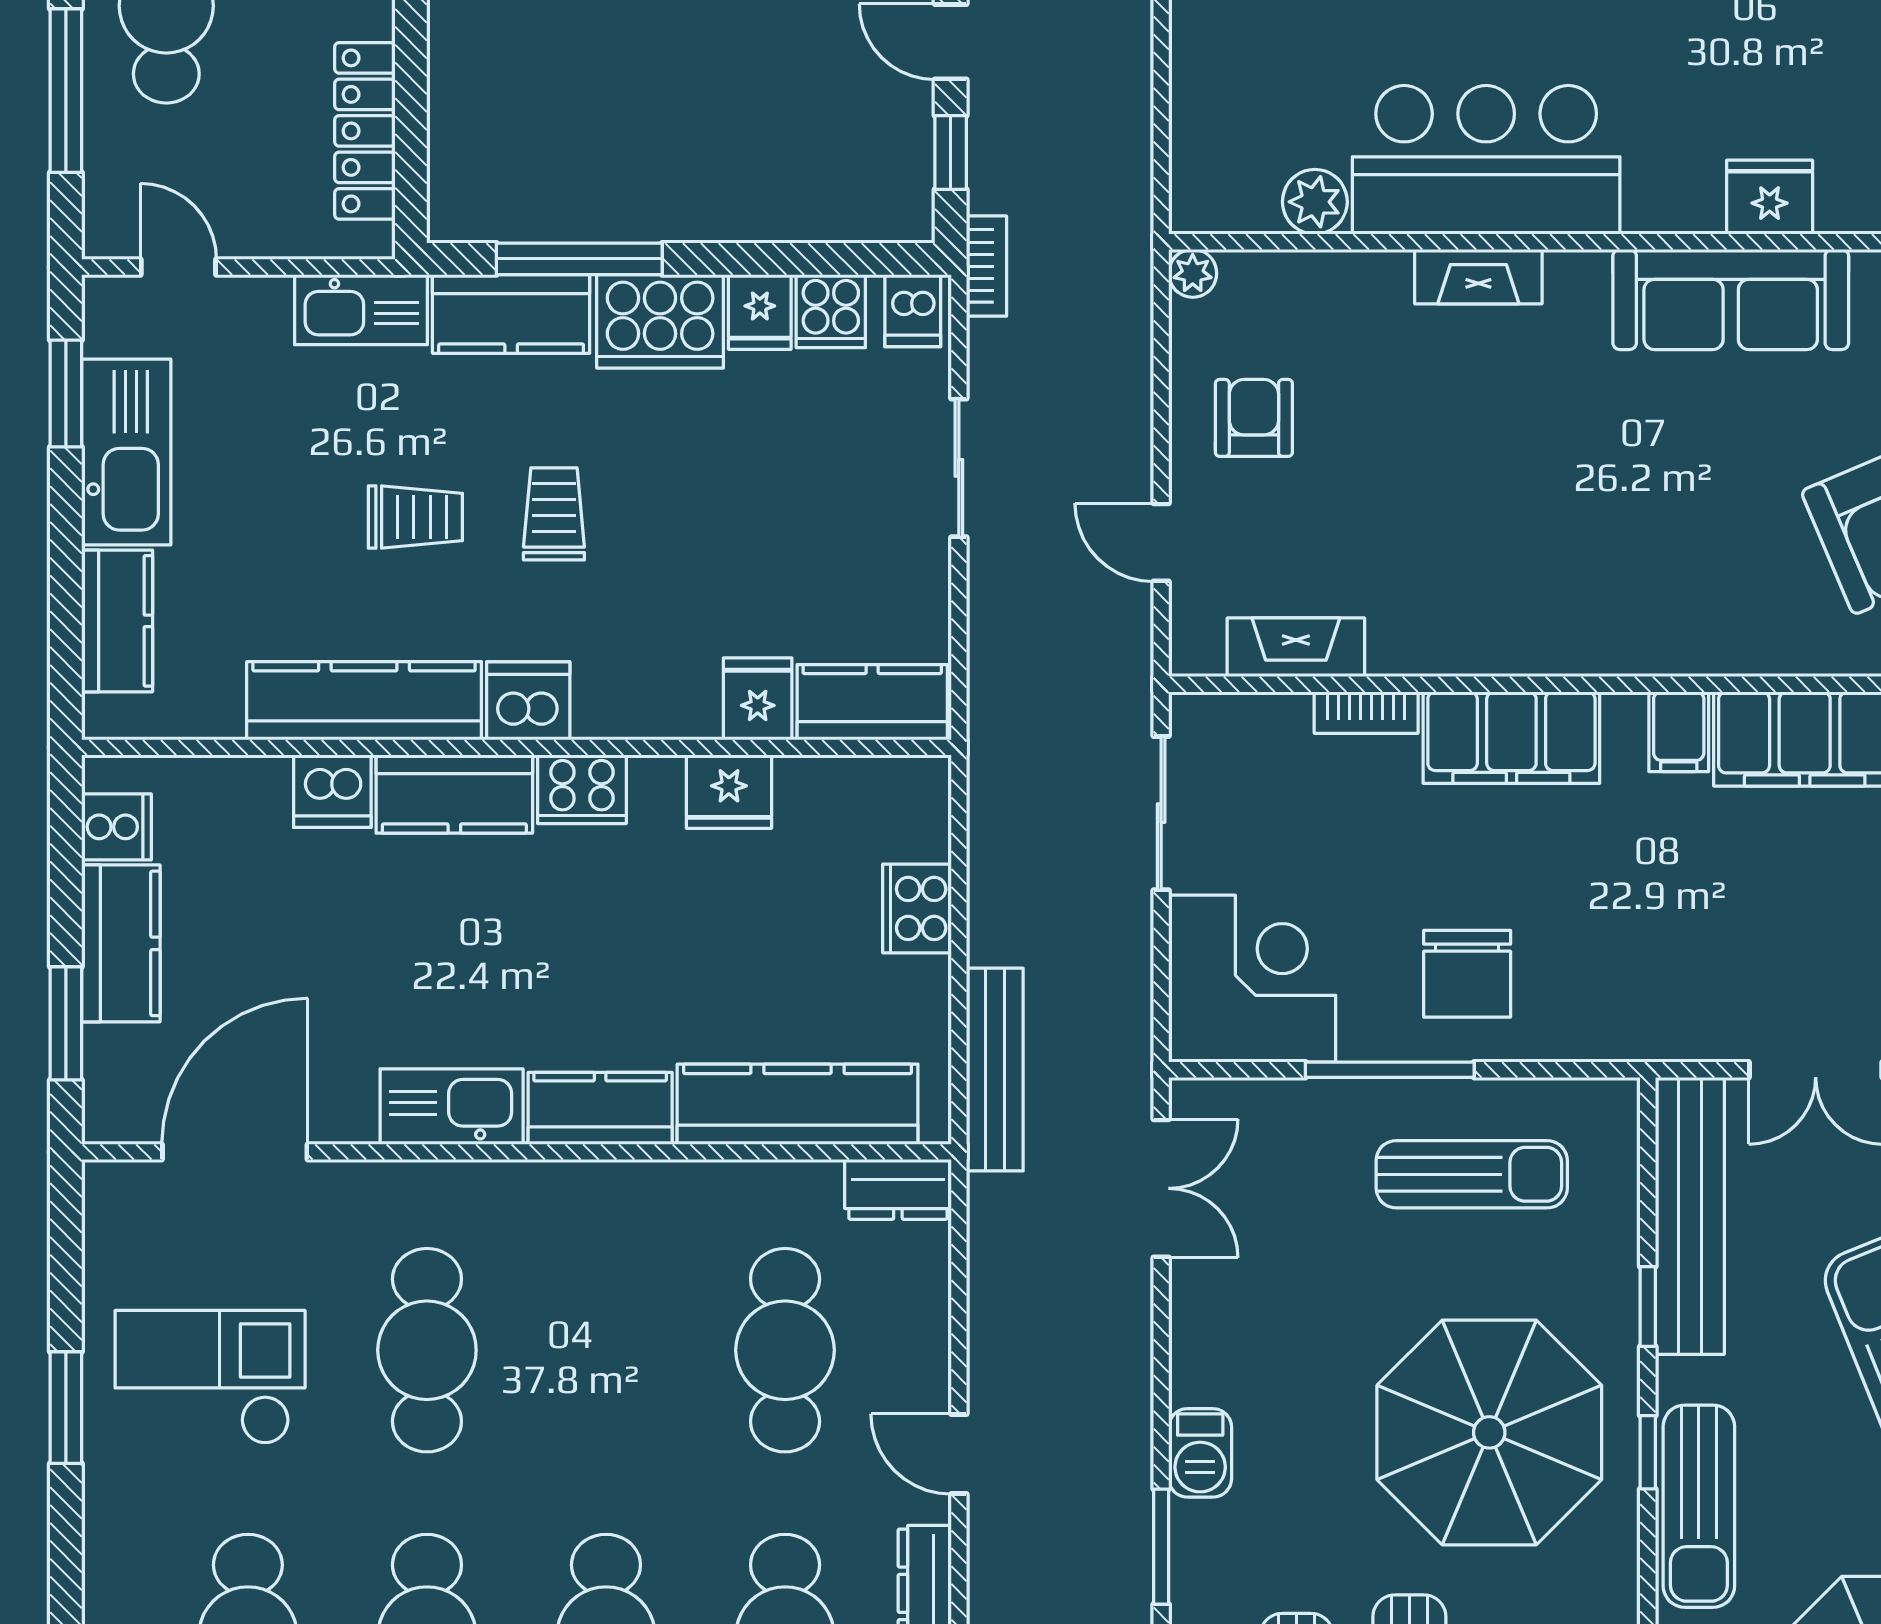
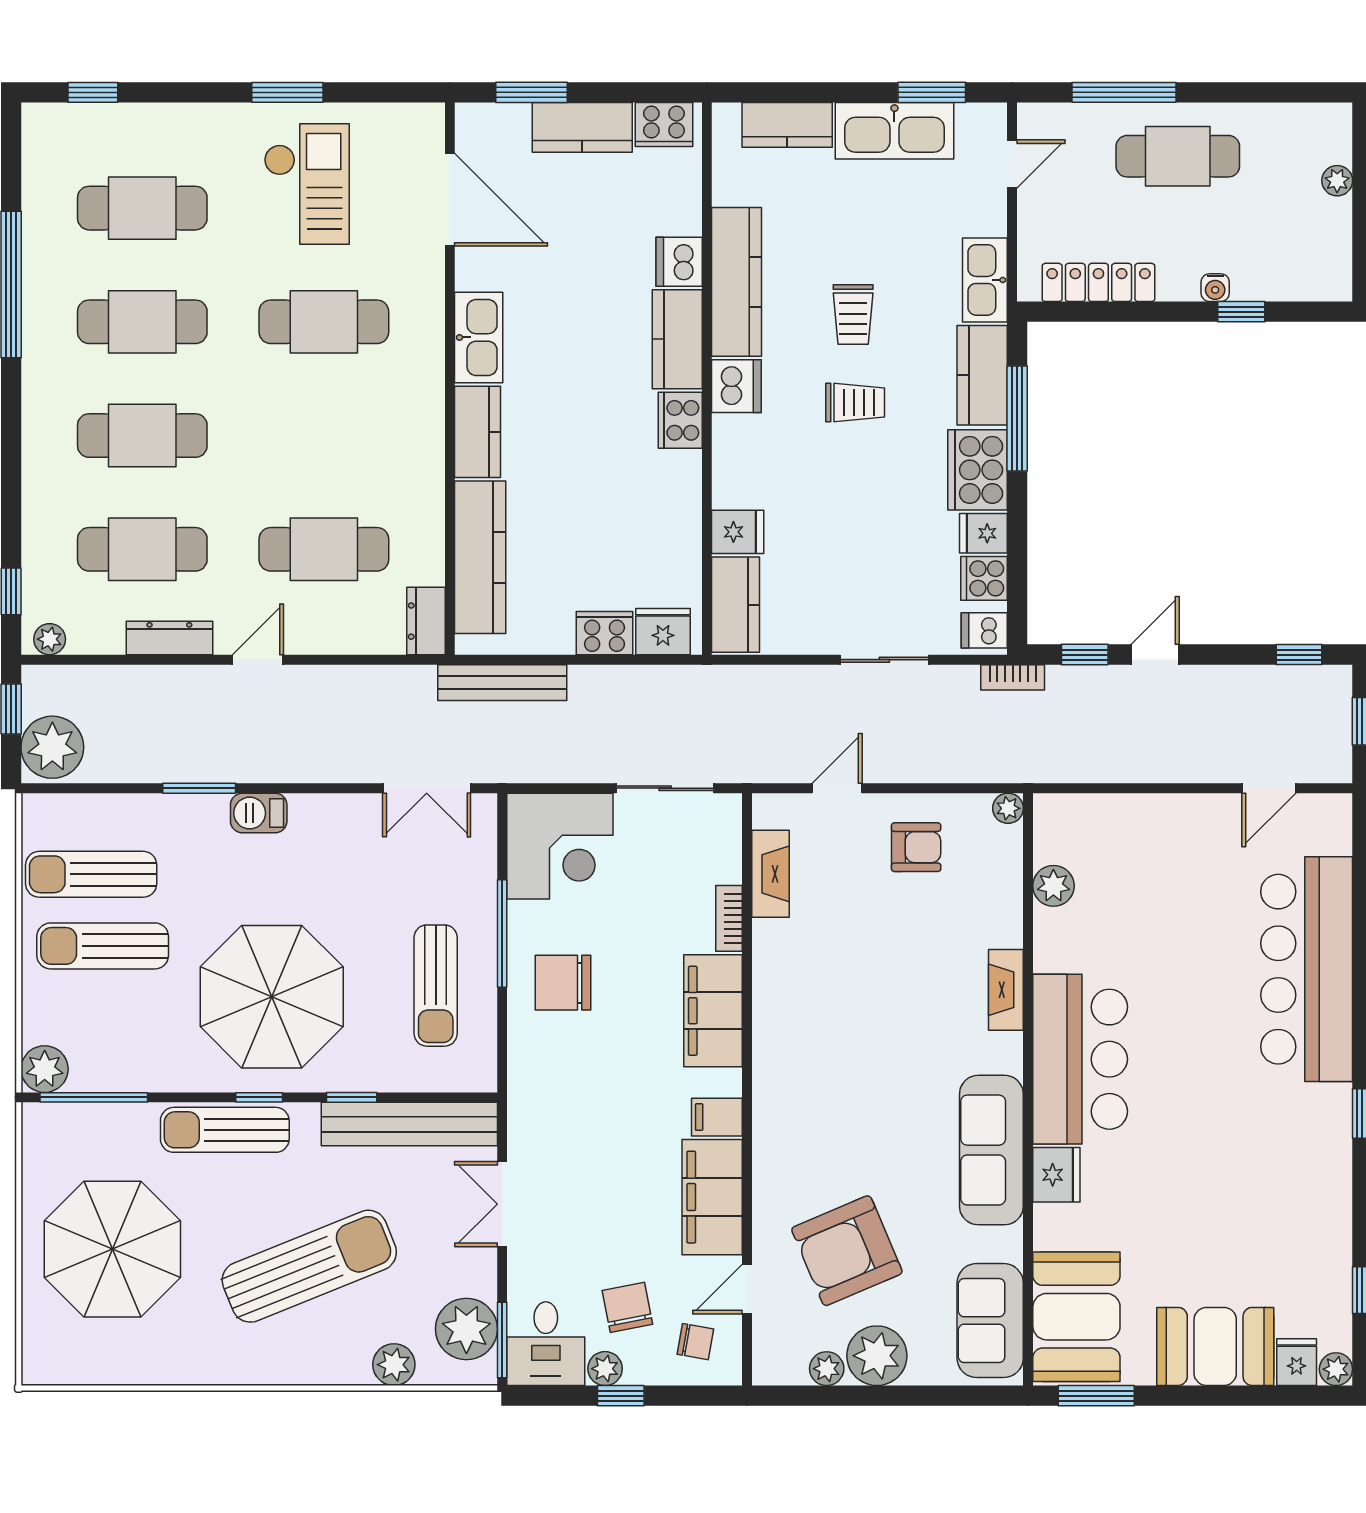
bar counter: (1486, 160) -> (1080, 1059), moved
fridge: (729, 792) -> (663, 632), moved, turned 90
cooker: (116, 827) -> (664, 125), width x1.36

